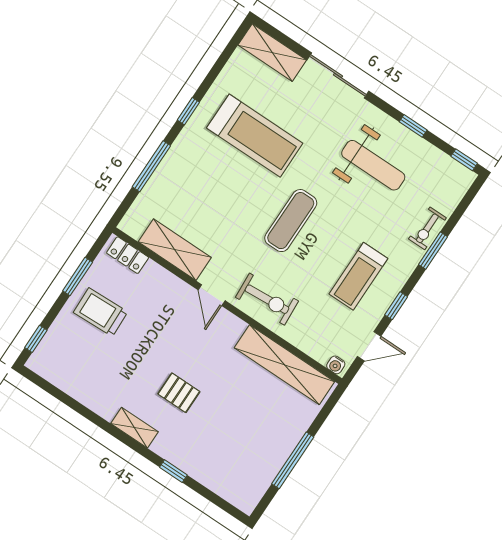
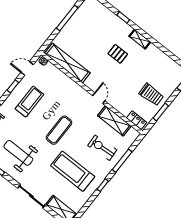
exercise bike: (267, 299) -> (102, 148), moved

